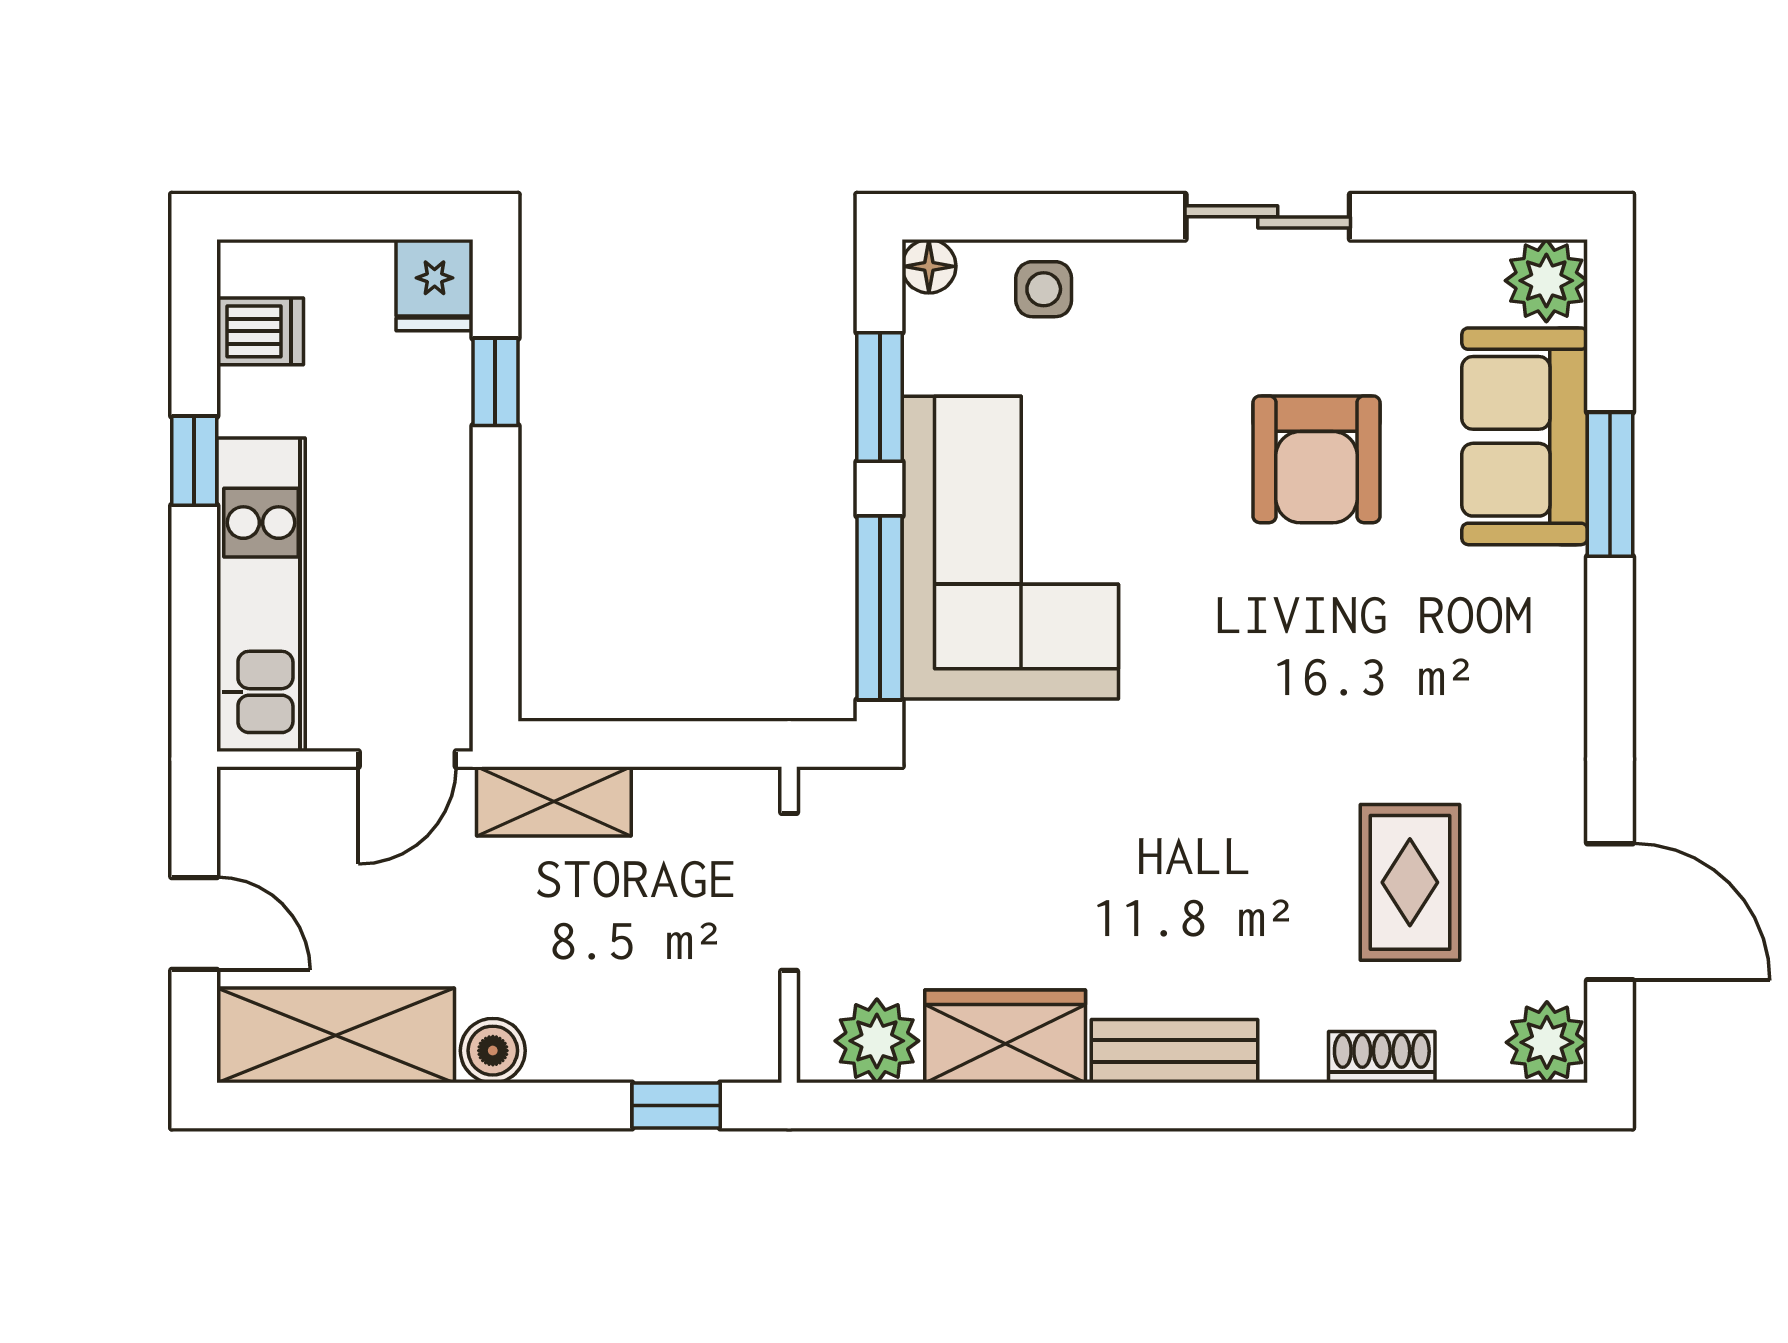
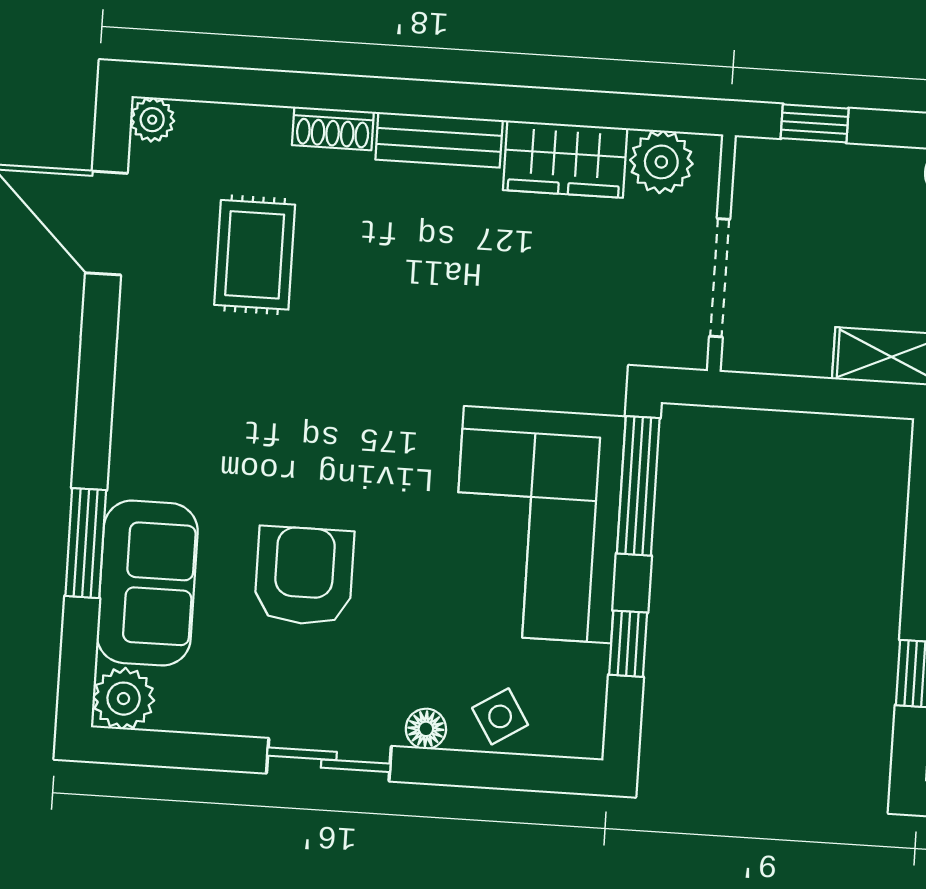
floor lamp: (929, 266) -> (426, 729), moved
side table: (1044, 289) -> (500, 716), turned -32
window: (880, 397) -> (628, 644), width x0.67
plant: (1547, 1042) -> (152, 120), width x0.73, depth x0.73
shoe rack: (1382, 1057) -> (333, 129), moved

